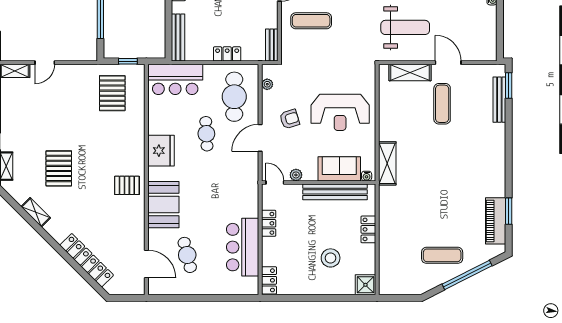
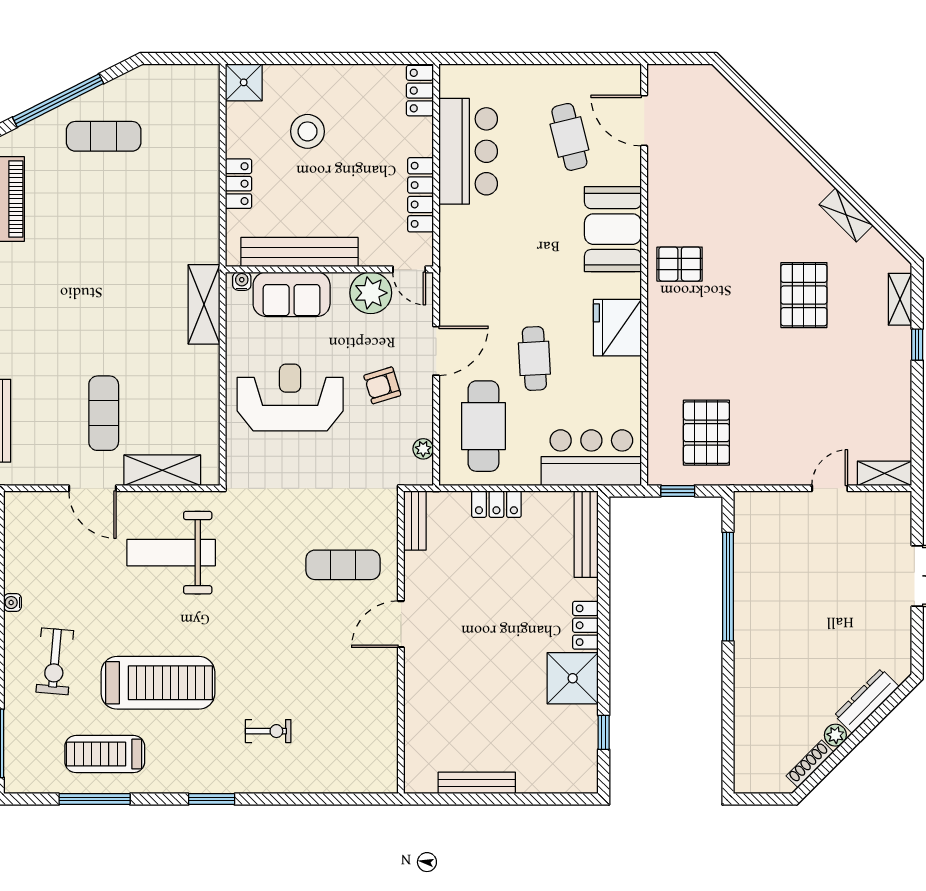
plant: (296, 175) -> (371, 293), width x1.88, depth x1.88
locker: (269, 223) -> (421, 195), width x1.53
locker: (87, 260) -> (753, 127), removed

